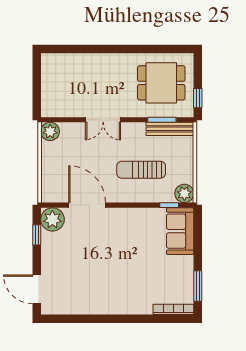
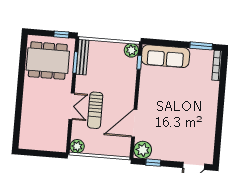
dining table: (161, 83) -> (48, 61), width x1.38
sun lounger: (141, 170) -> (95, 110), moved
sofa: (180, 231) -> (165, 56), width x1.36

